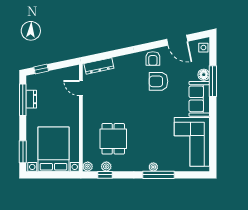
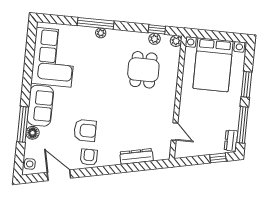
dresser: (99, 66) -> (136, 156), moved
dresser: (31, 99) -> (231, 141), moved
window: (23, 152) -> (246, 84), moved

